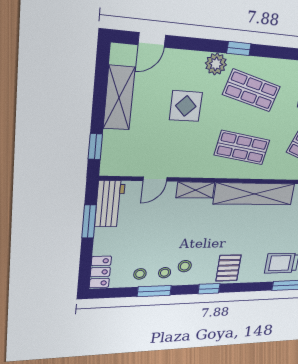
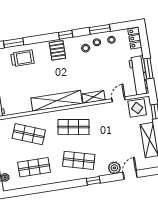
door: (152, 40) -> (130, 175), moved
plant: (216, 64) -> (114, 168), moved
display table: (186, 106) -> (137, 108), moved
workbench: (110, 204) -> (139, 75), width x1.38

